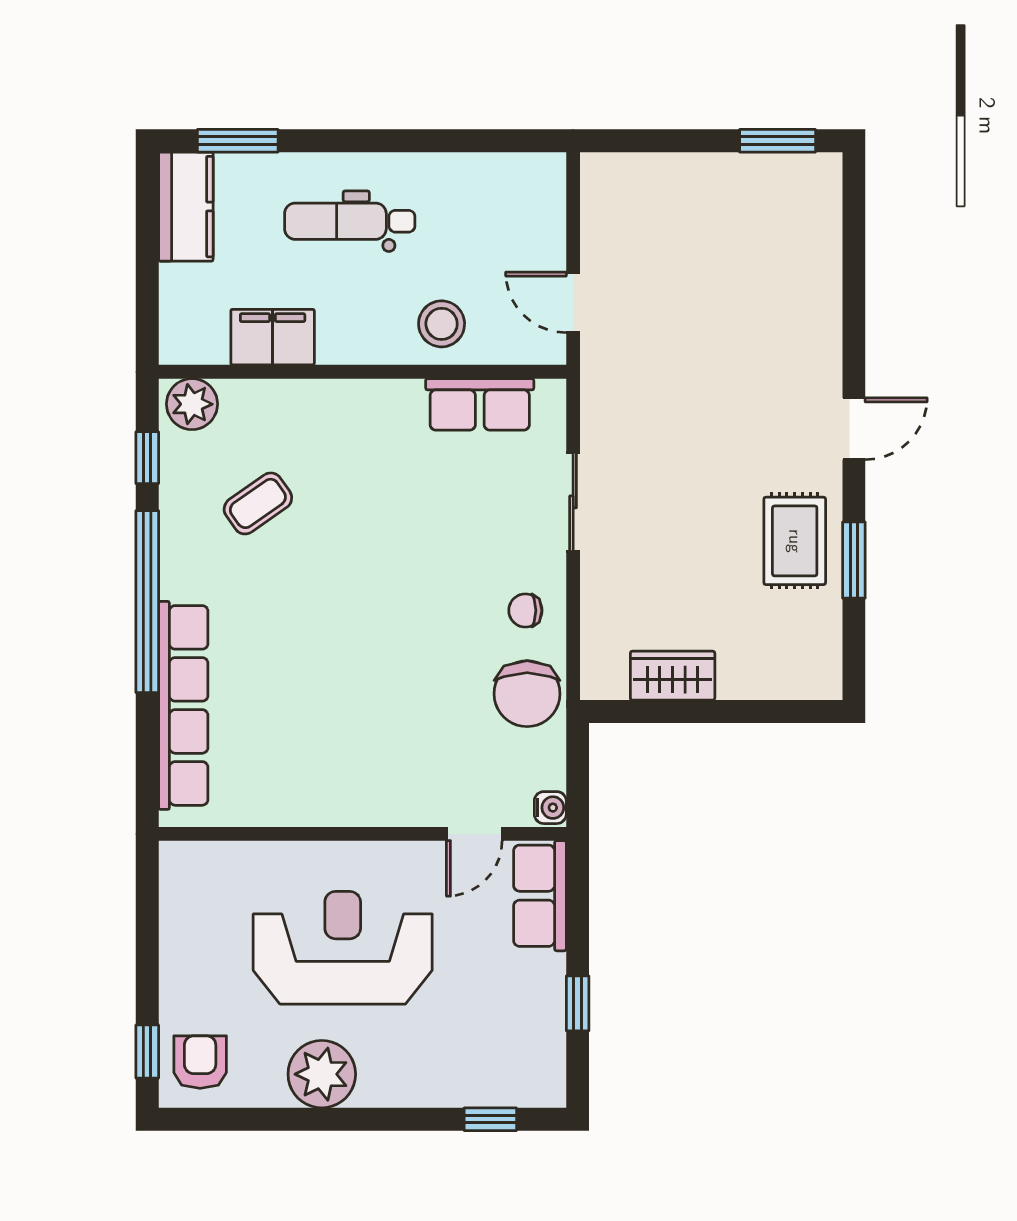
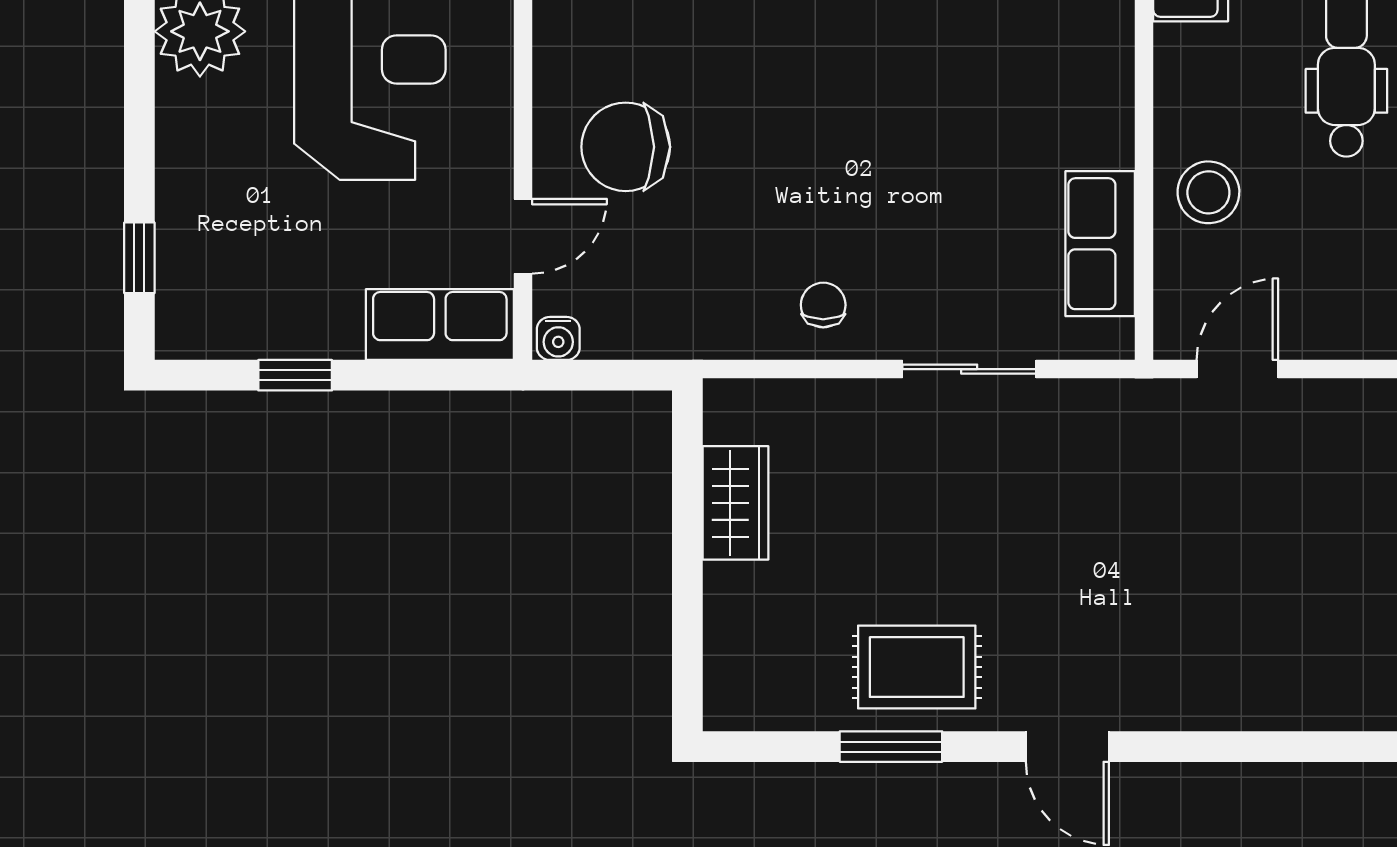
chair: (527, 694) -> (626, 147), moved
door: (474, 834) -> (523, 236), swing flipped

